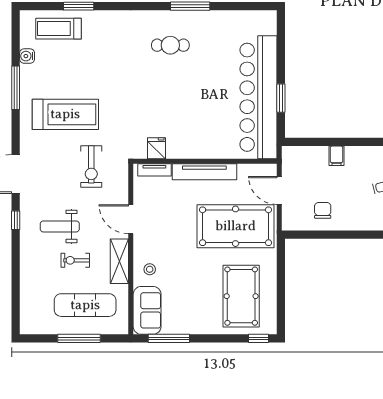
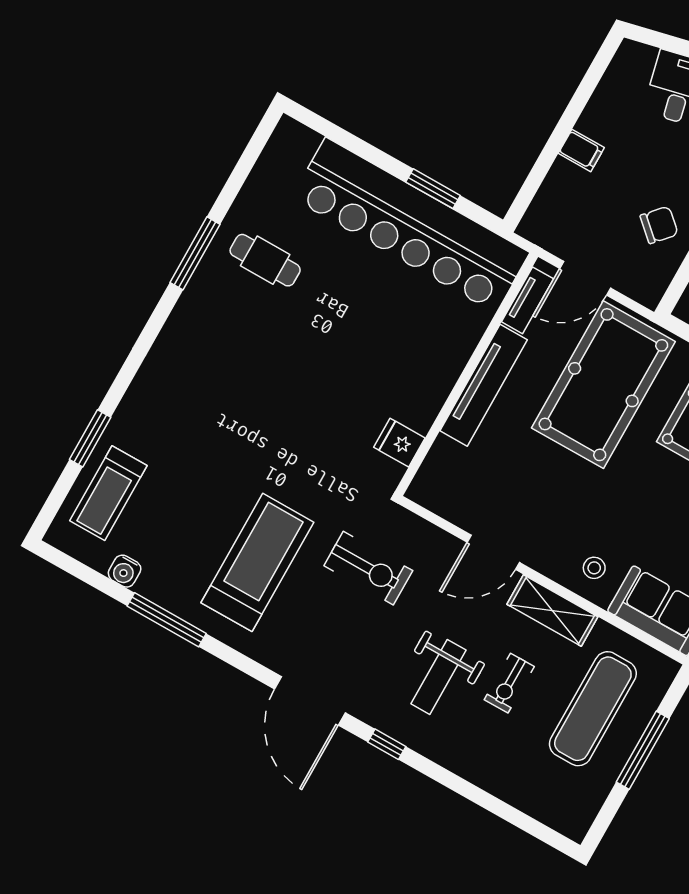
cafe table: (170, 45) -> (265, 260), moved, turned 90
tv unit: (154, 170) -> (527, 300), moved
chair: (323, 210) -> (659, 225), turned 132

